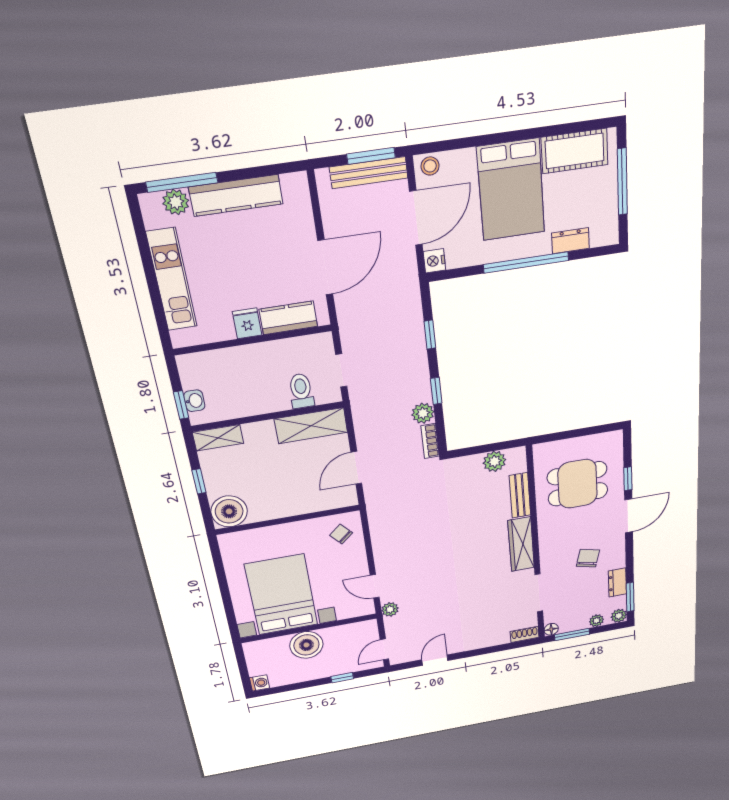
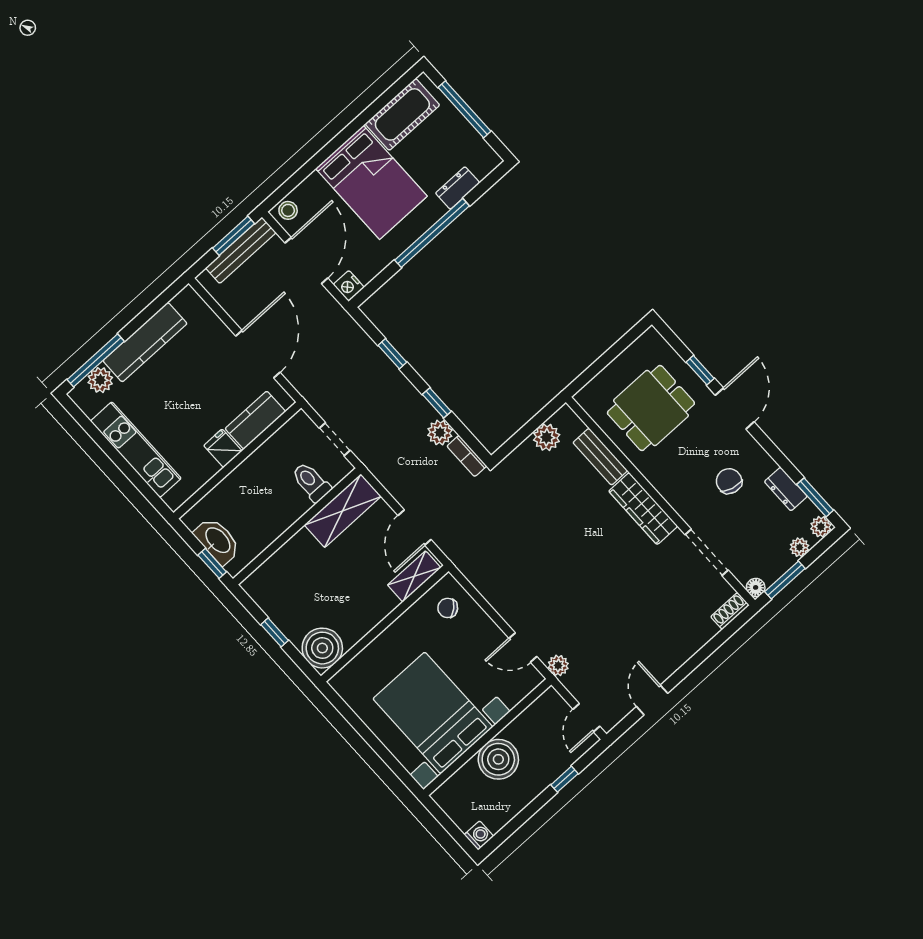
washbasin: (194, 401) -> (217, 541), width x1.91, depth x1.45
shelving: (218, 438) -> (414, 576), moved

